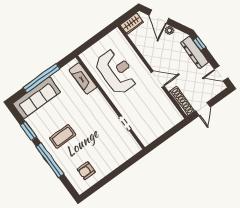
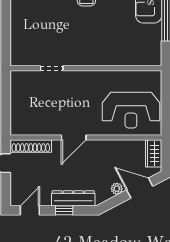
window: (199, 44) -> (64, 210), moved
reception desk: (116, 71) -> (131, 110), moved
fireplace: (83, 78) -> (133, 58), removed

